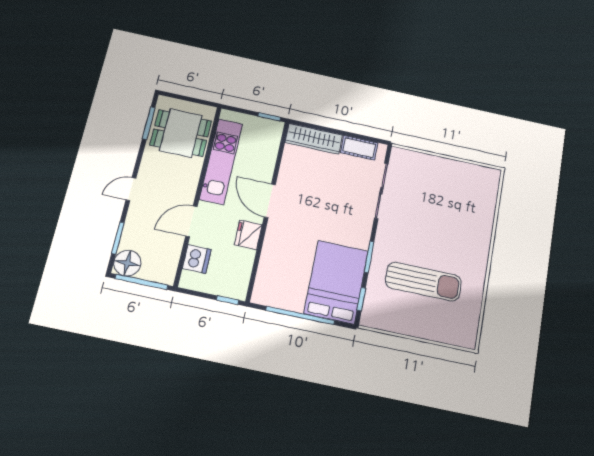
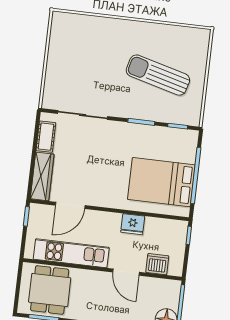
door: (270, 201) -> (70, 205), moved
bed: (336, 282) -> (161, 182), moved
sun lounger: (423, 282) -> (158, 75), turned -75

